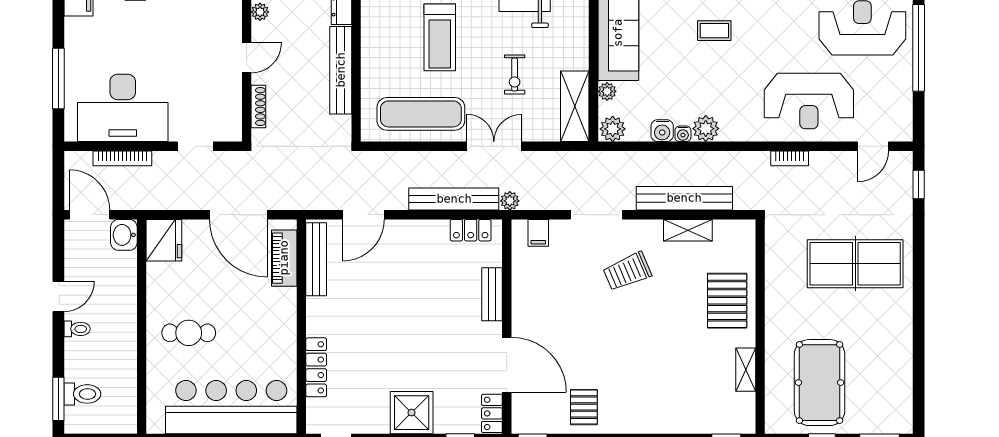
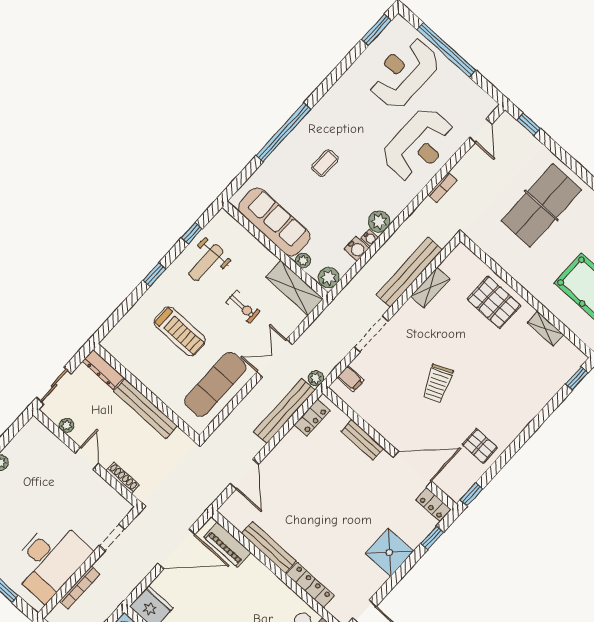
bench: (316, 259) -> (269, 547), moved
trolley: (627, 272) -> (438, 383), moved

